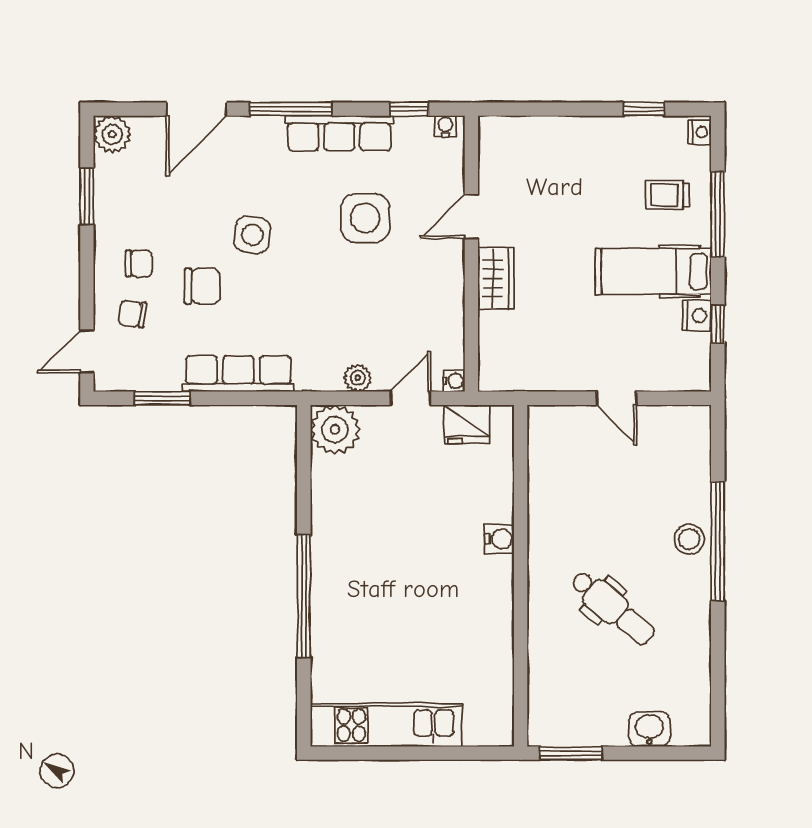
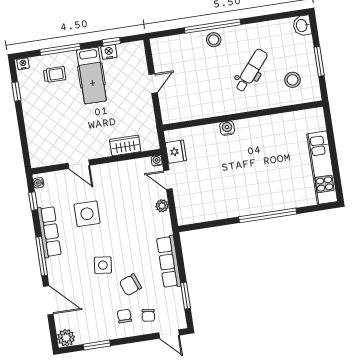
trolley: (667, 195) -> (55, 74), turned -90
wardrobe: (496, 278) -> (125, 145), moved
chair: (202, 286) -> (130, 285), turned -111
plant: (335, 430) -> (188, 213), removed
stool: (580, 691) -> (293, 80), added
washbasin: (649, 729) -> (302, 25), moved
window: (571, 753) -> (319, 61), moved

